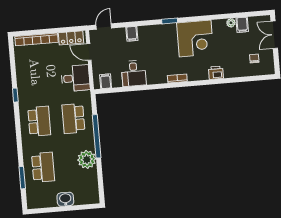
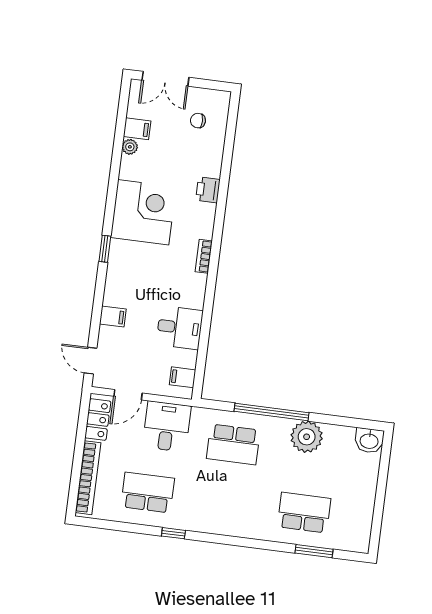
school desk: (39, 121) -> (148, 493), moved
washbasin: (65, 199) -> (369, 441), moved, turned -90

